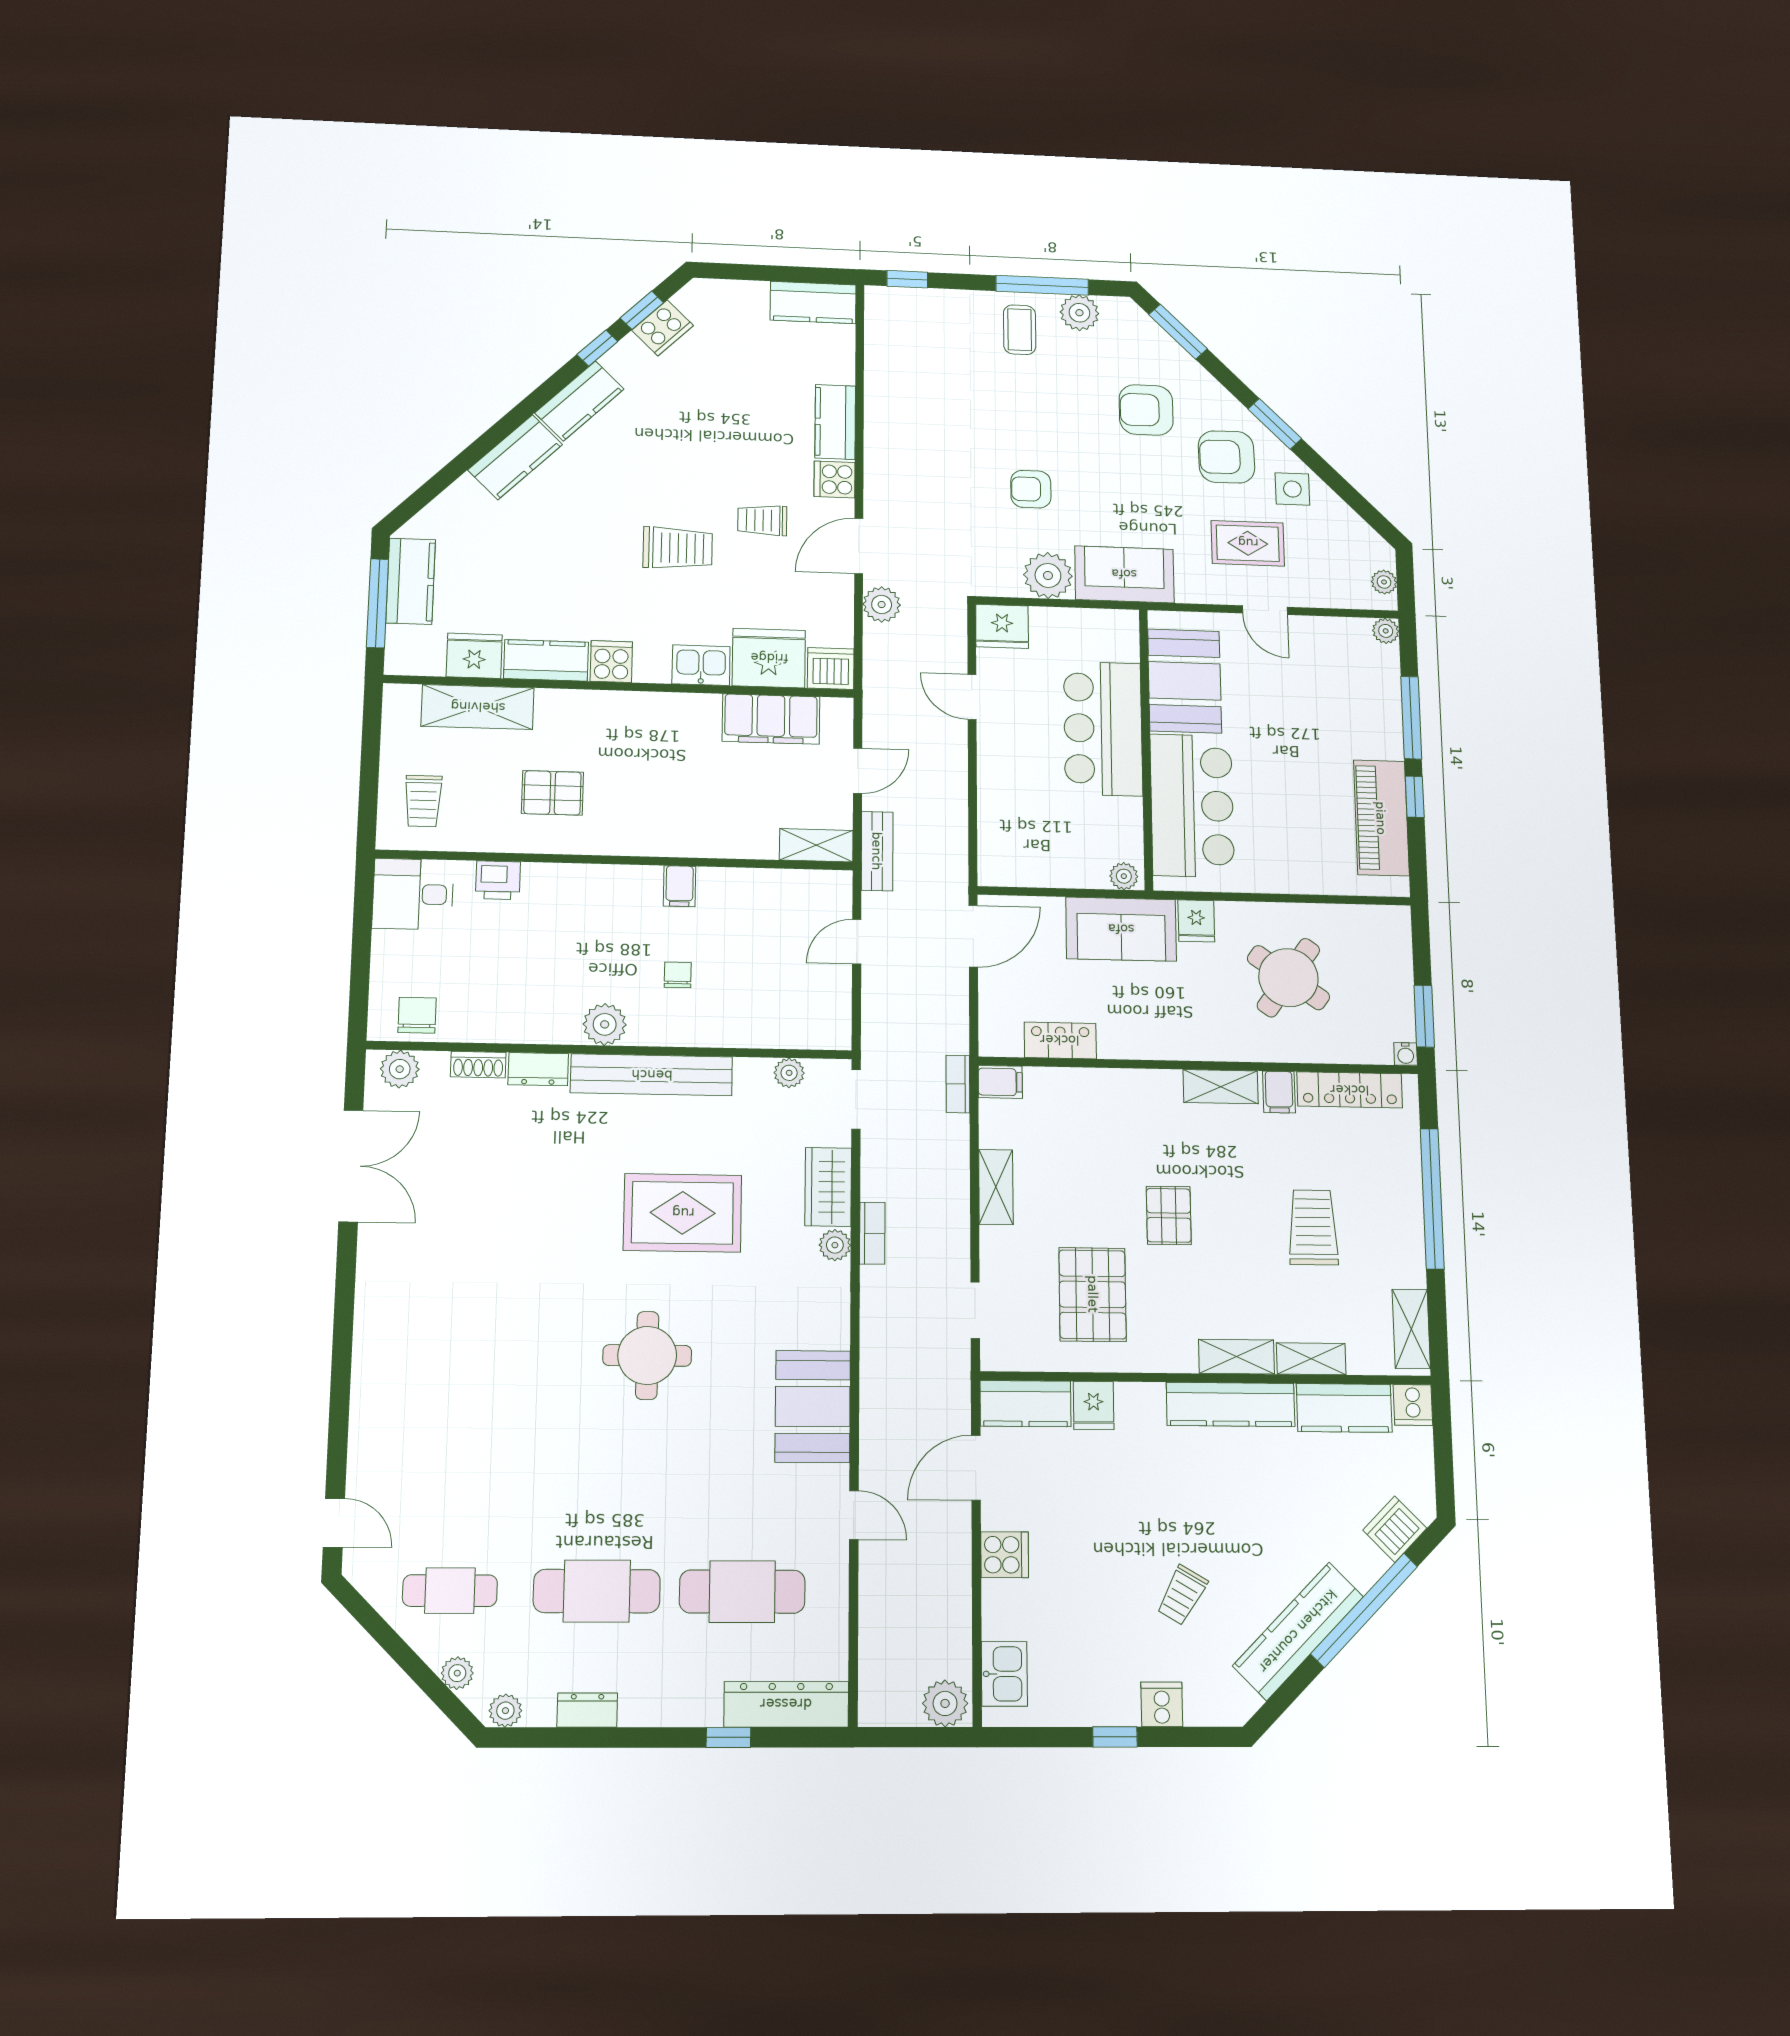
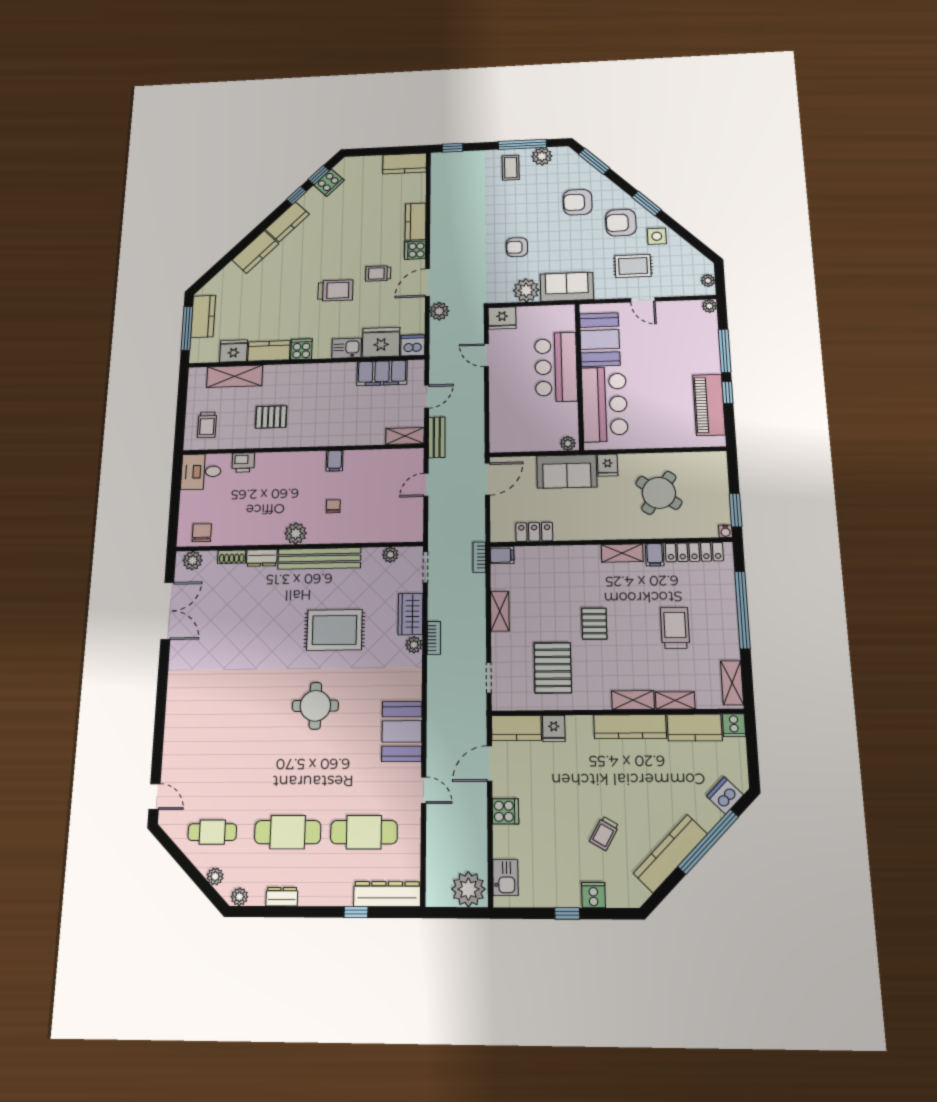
plant: (945, 1703) -> (468, 889), width x1.36, depth x1.36

